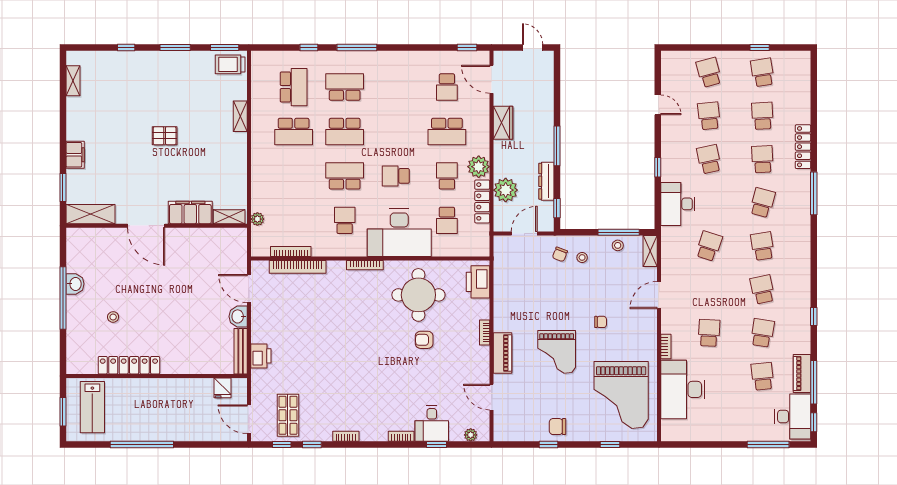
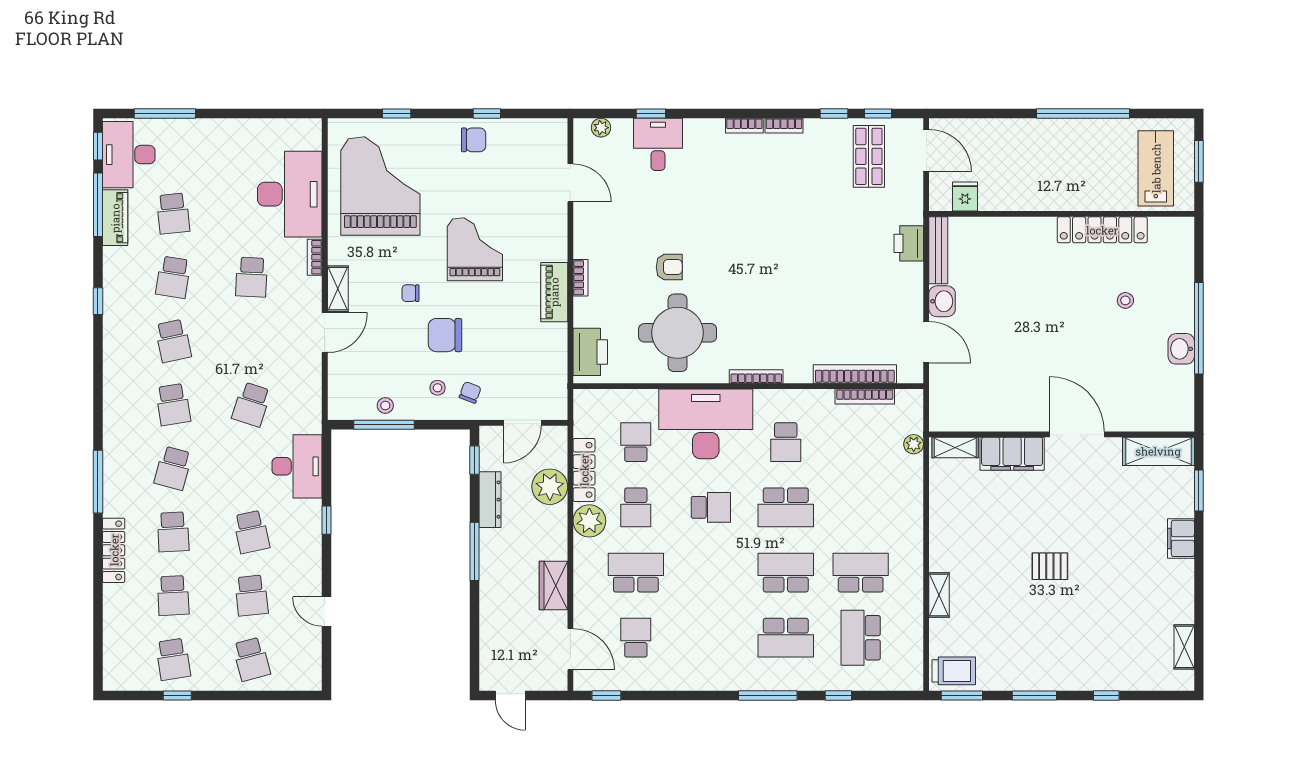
shelving: (650, 251) -> (338, 289), moved
chair: (577, 293) -> (445, 335), added
piano: (503, 353) -> (554, 292), moved
bookcase: (401, 436) -> (744, 126), moved

